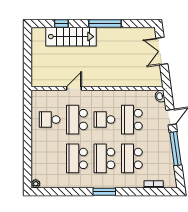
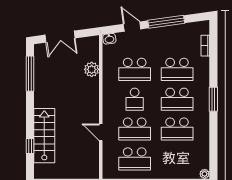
window: (105, 23) -> (30, 74), moved
plant: (132, 80) -> (92, 69), added
school desk: (50, 120) -> (135, 159), width x1.85

